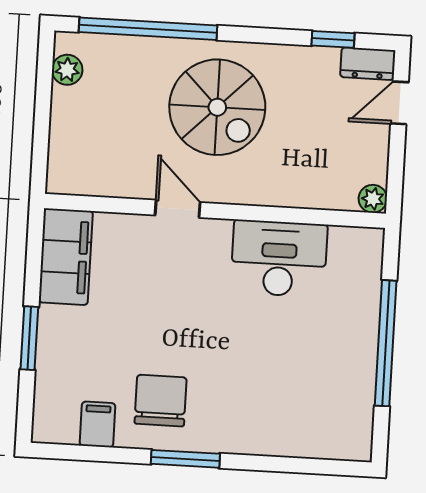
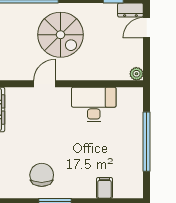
door: (178, 209) -> (45, 84), hinge flipped
filing cabinet: (98, 424) -> (104, 188), moved

